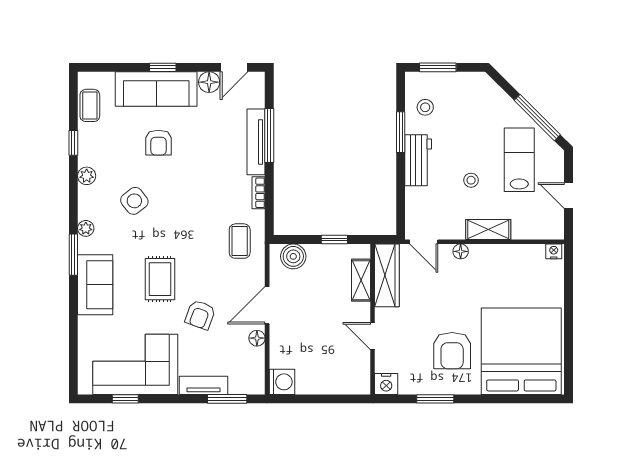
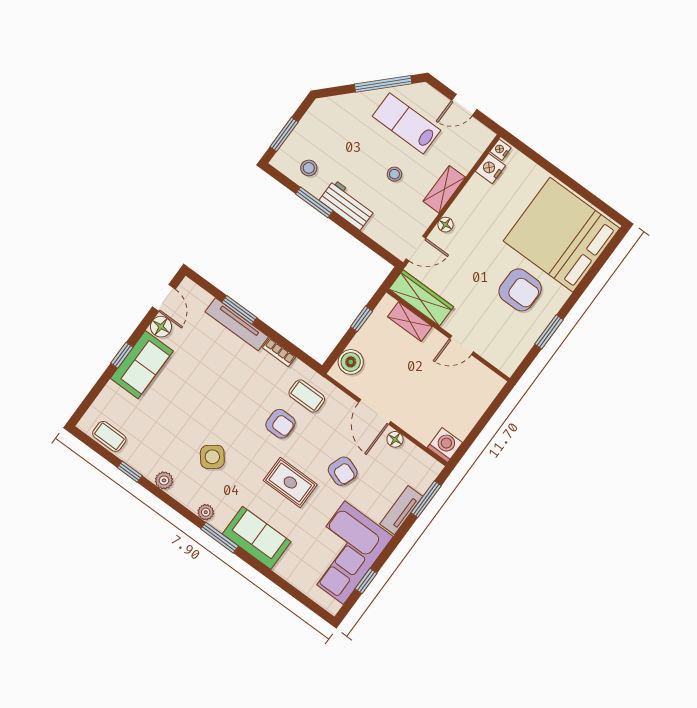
sofa: (156, 89) -> (142, 365), width x0.73
window: (269, 135) -> (239, 310), width x0.69
armchair: (158, 143) -> (280, 424), moved
nightstand: (386, 384) -> (490, 168), moved, turned 180

